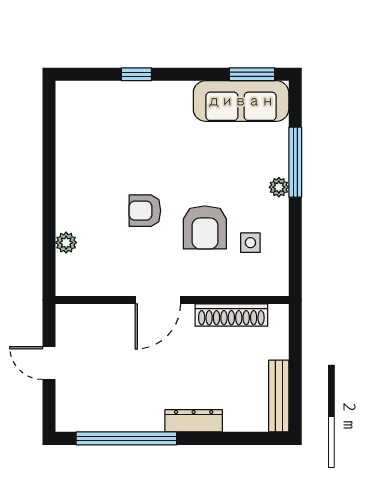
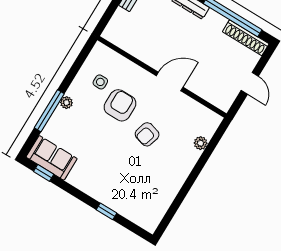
window: (252, 74) -> (44, 173), width x0.67
sofa: (241, 101) -> (52, 158), width x0.73
armchair: (145, 211) -> (147, 134), turned 106
shoe rack: (231, 315) -> (246, 38), moved, turned 180

